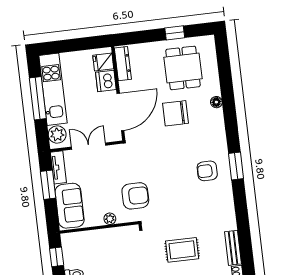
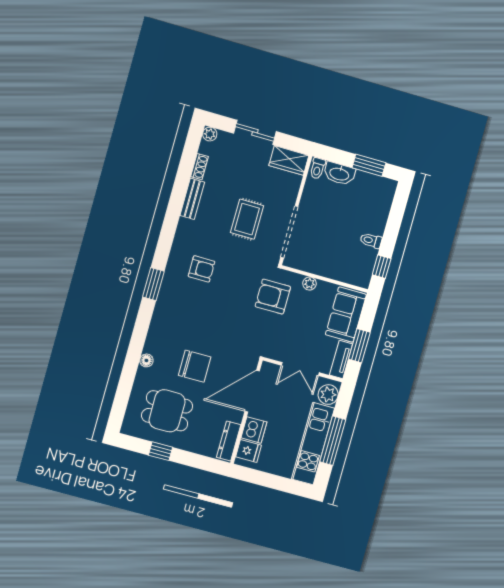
dining table: (183, 68) -> (167, 411), turned 90
armchair: (207, 171) -> (202, 269), moved
rug: (182, 250) -> (247, 219), turned 90

